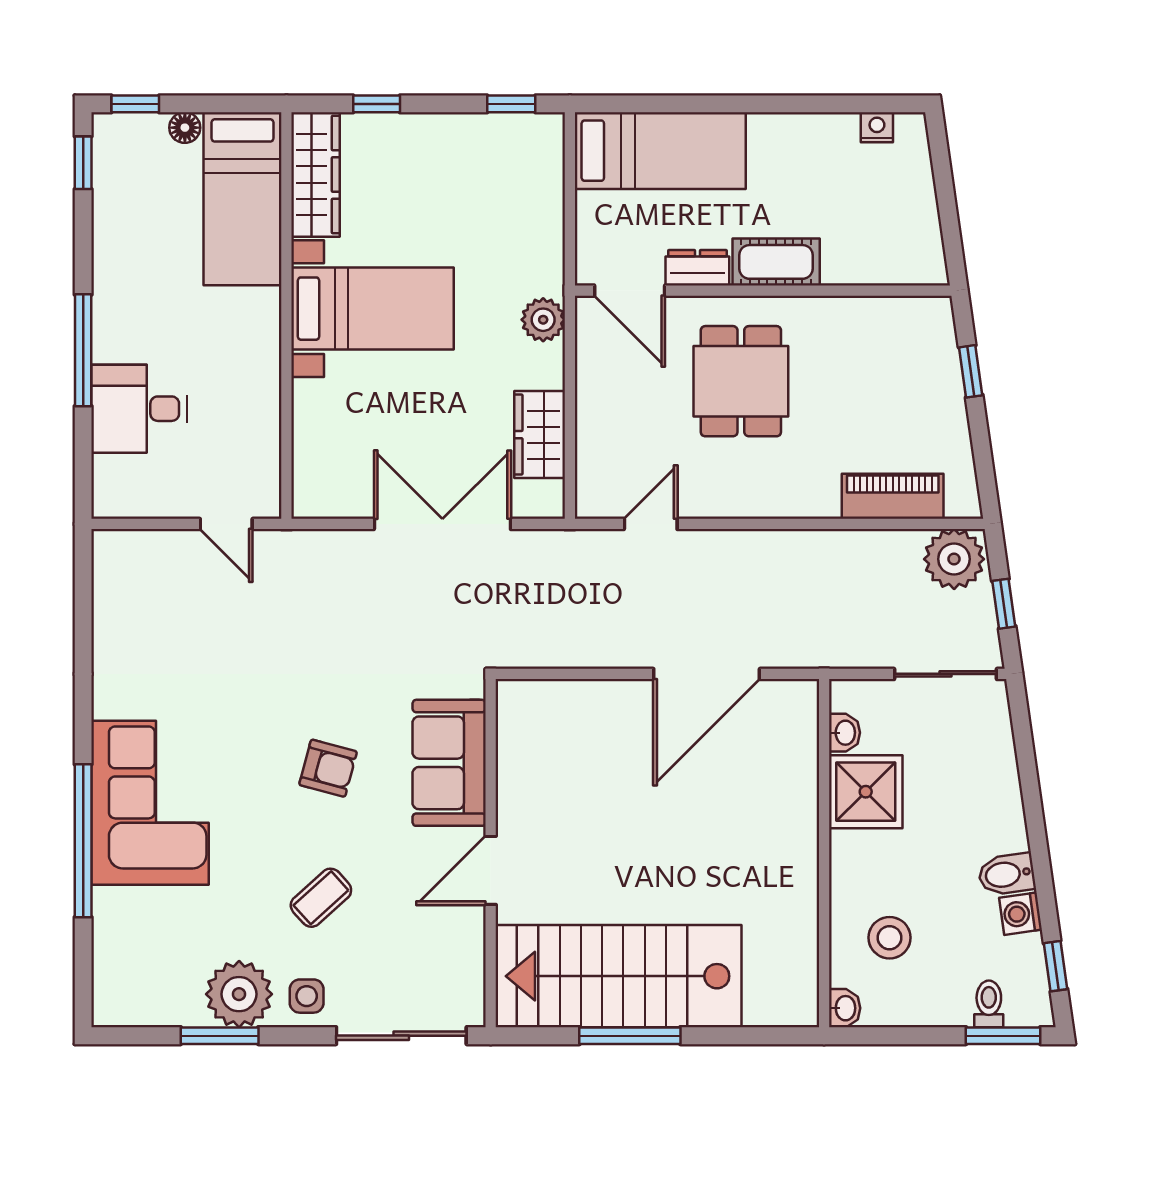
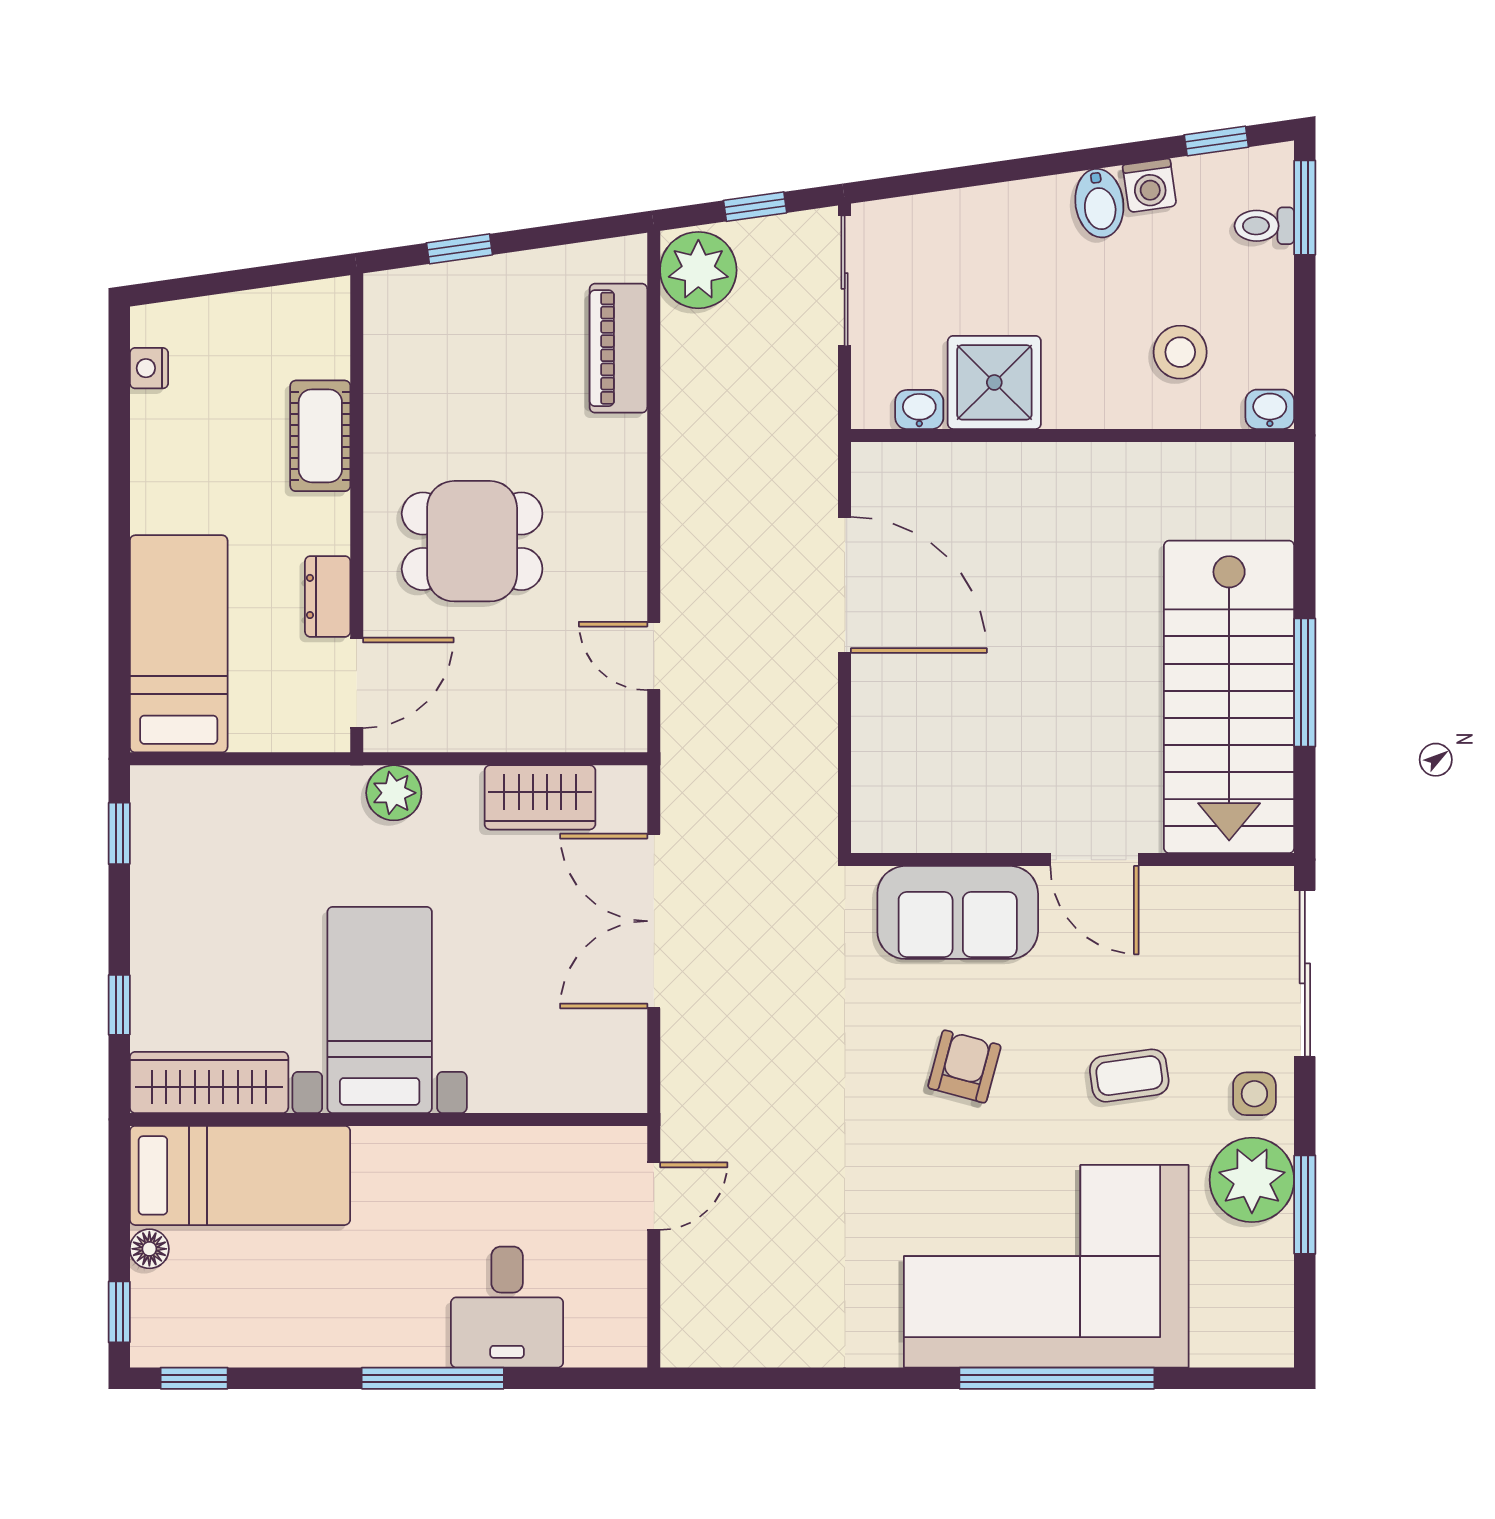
cot: (776, 262) -> (320, 436), moved
corner sofa: (150, 803) -> (1046, 1266), width x1.36, depth x1.36
coffee table: (321, 898) -> (1129, 1076), turned -56

